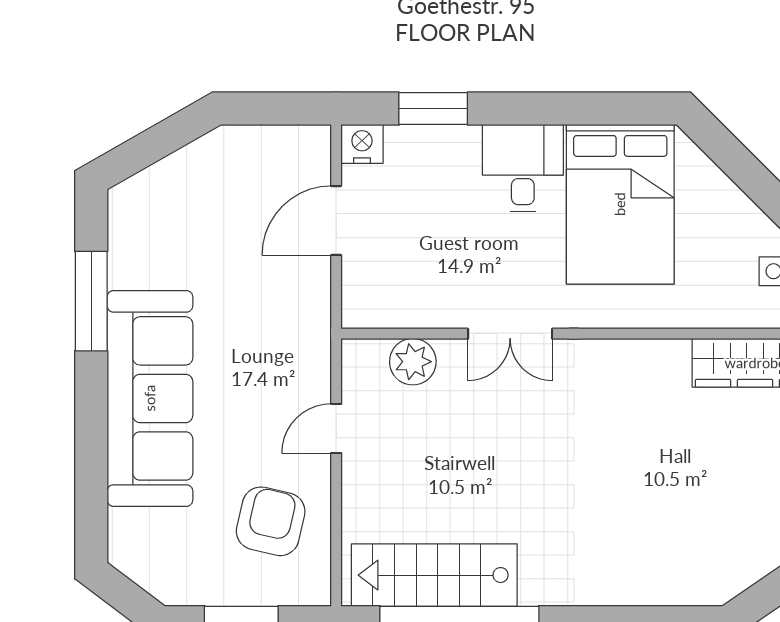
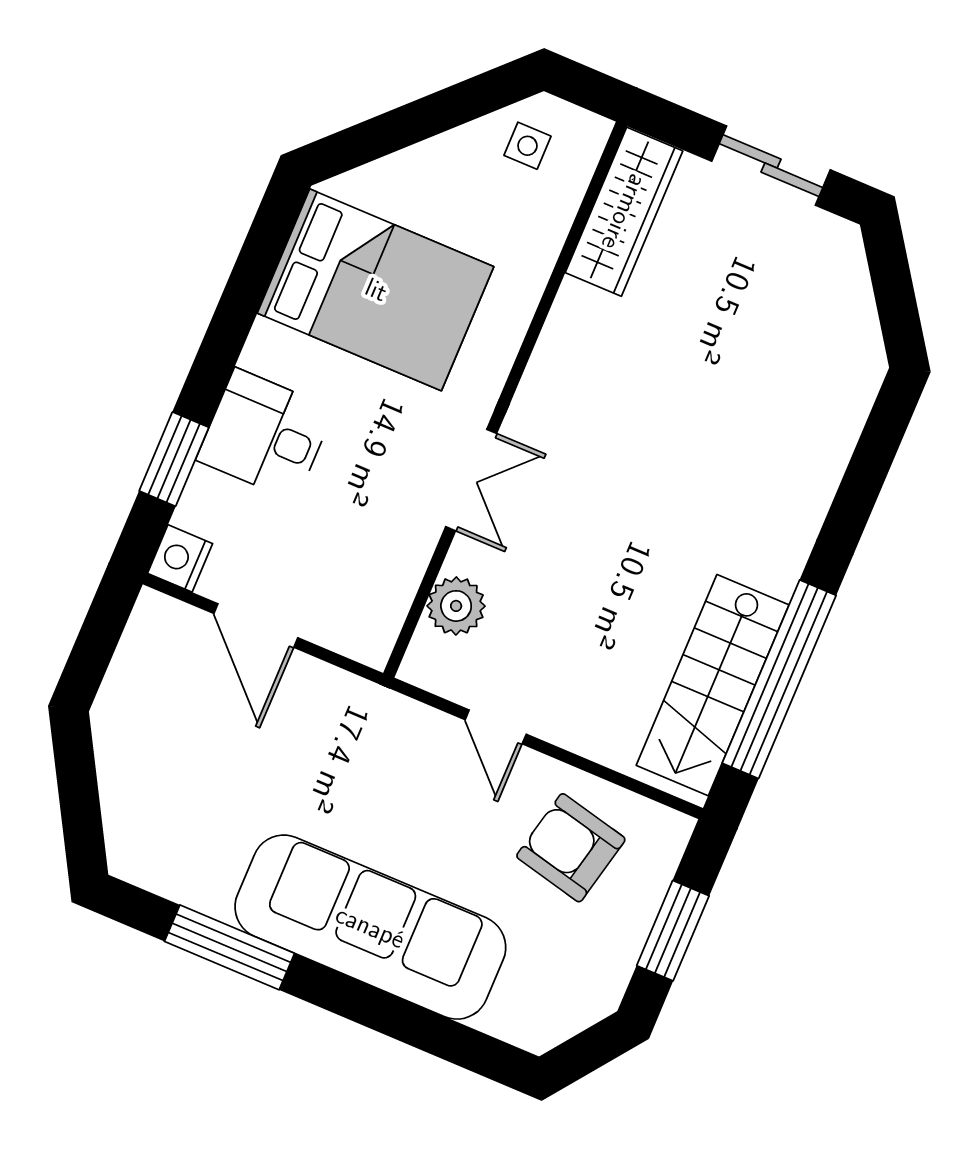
desk: (523, 168) -> (265, 435), moved

